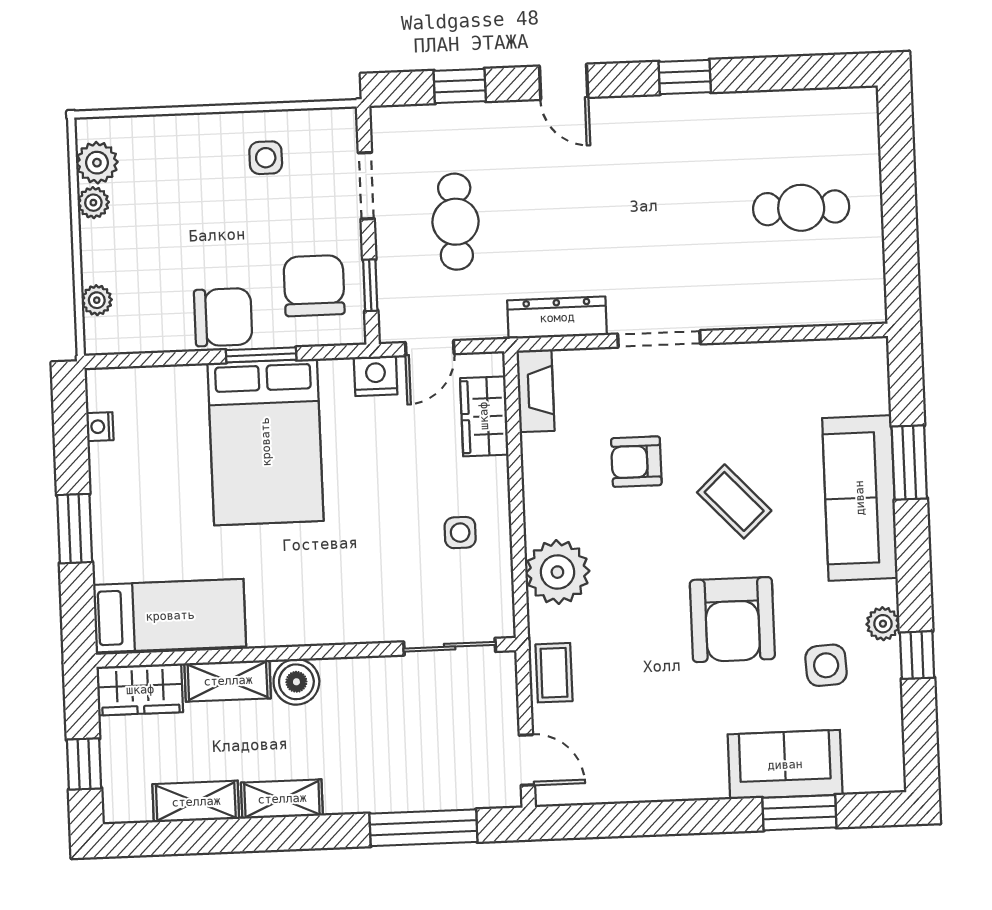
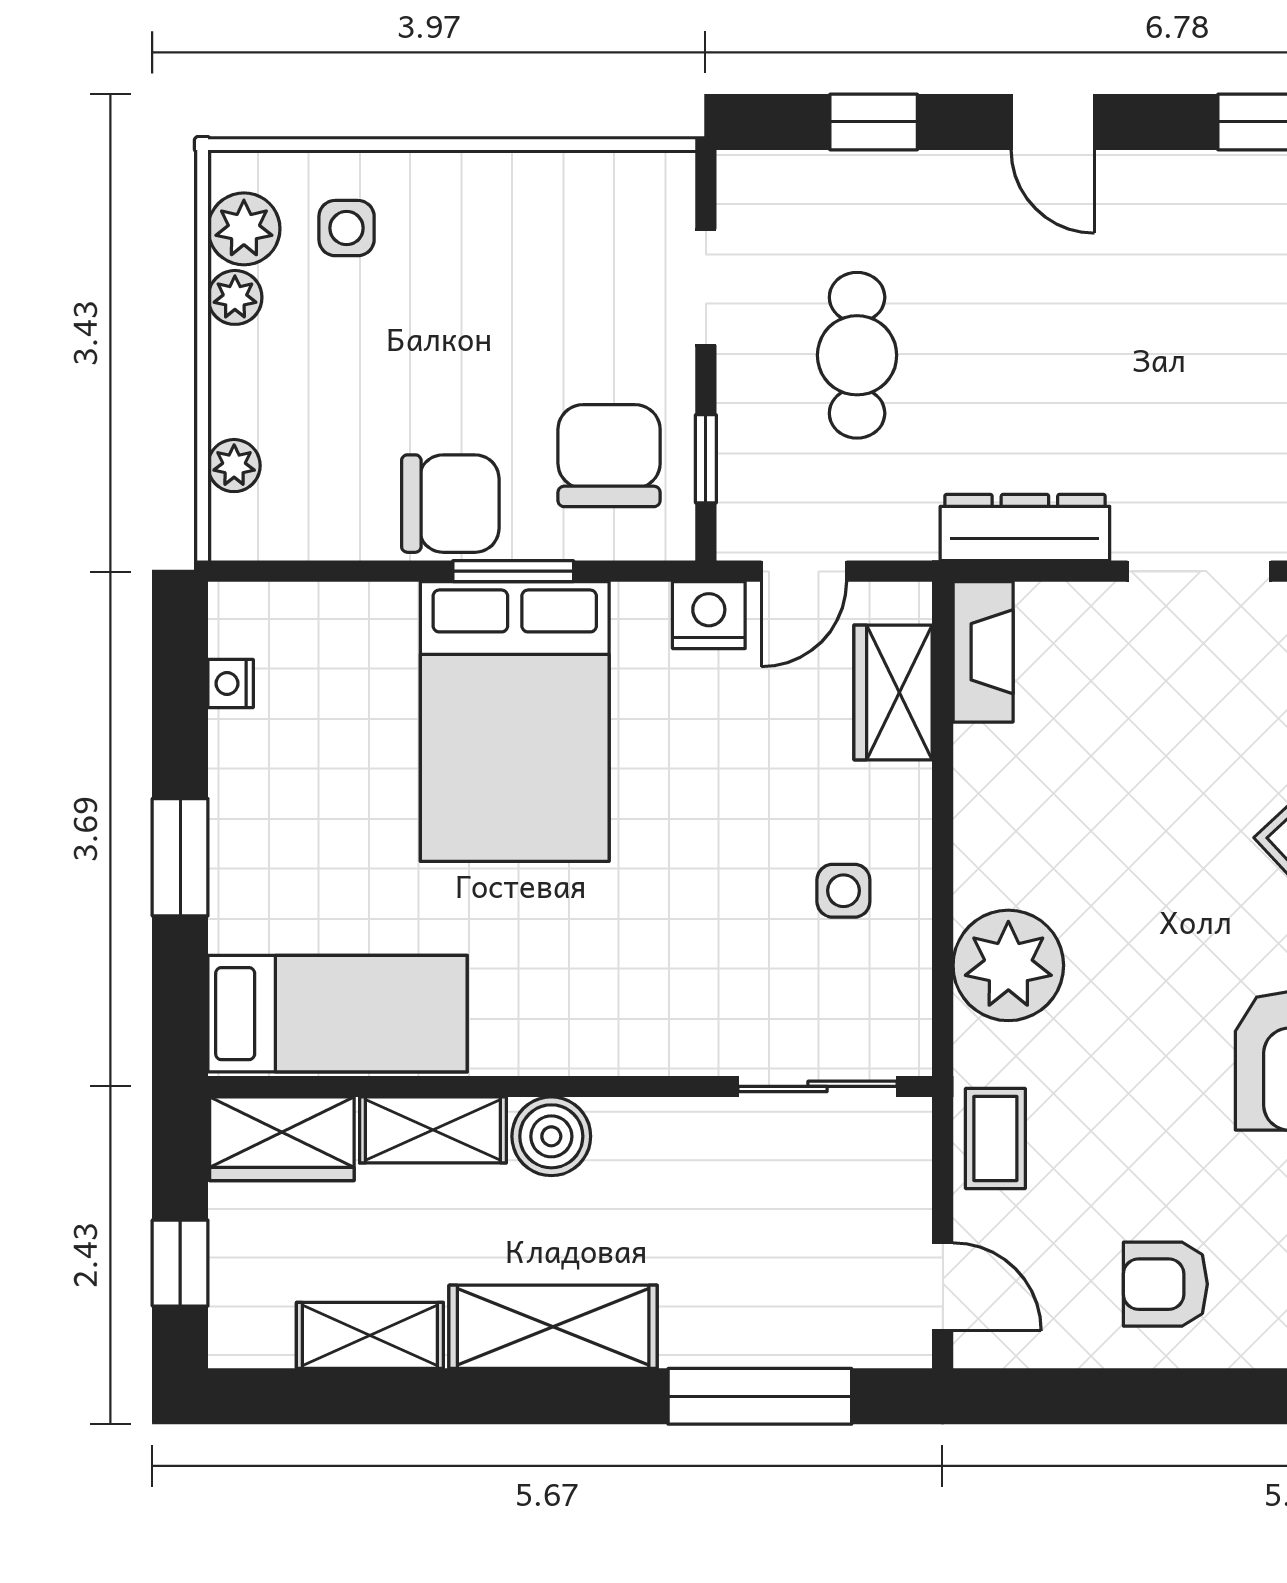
side table: (266, 158) -> (347, 228), moved
armchair: (636, 462) -> (1165, 1284), moved
shelving: (282, 799) -> (553, 1327), width x1.50, depth x1.33

